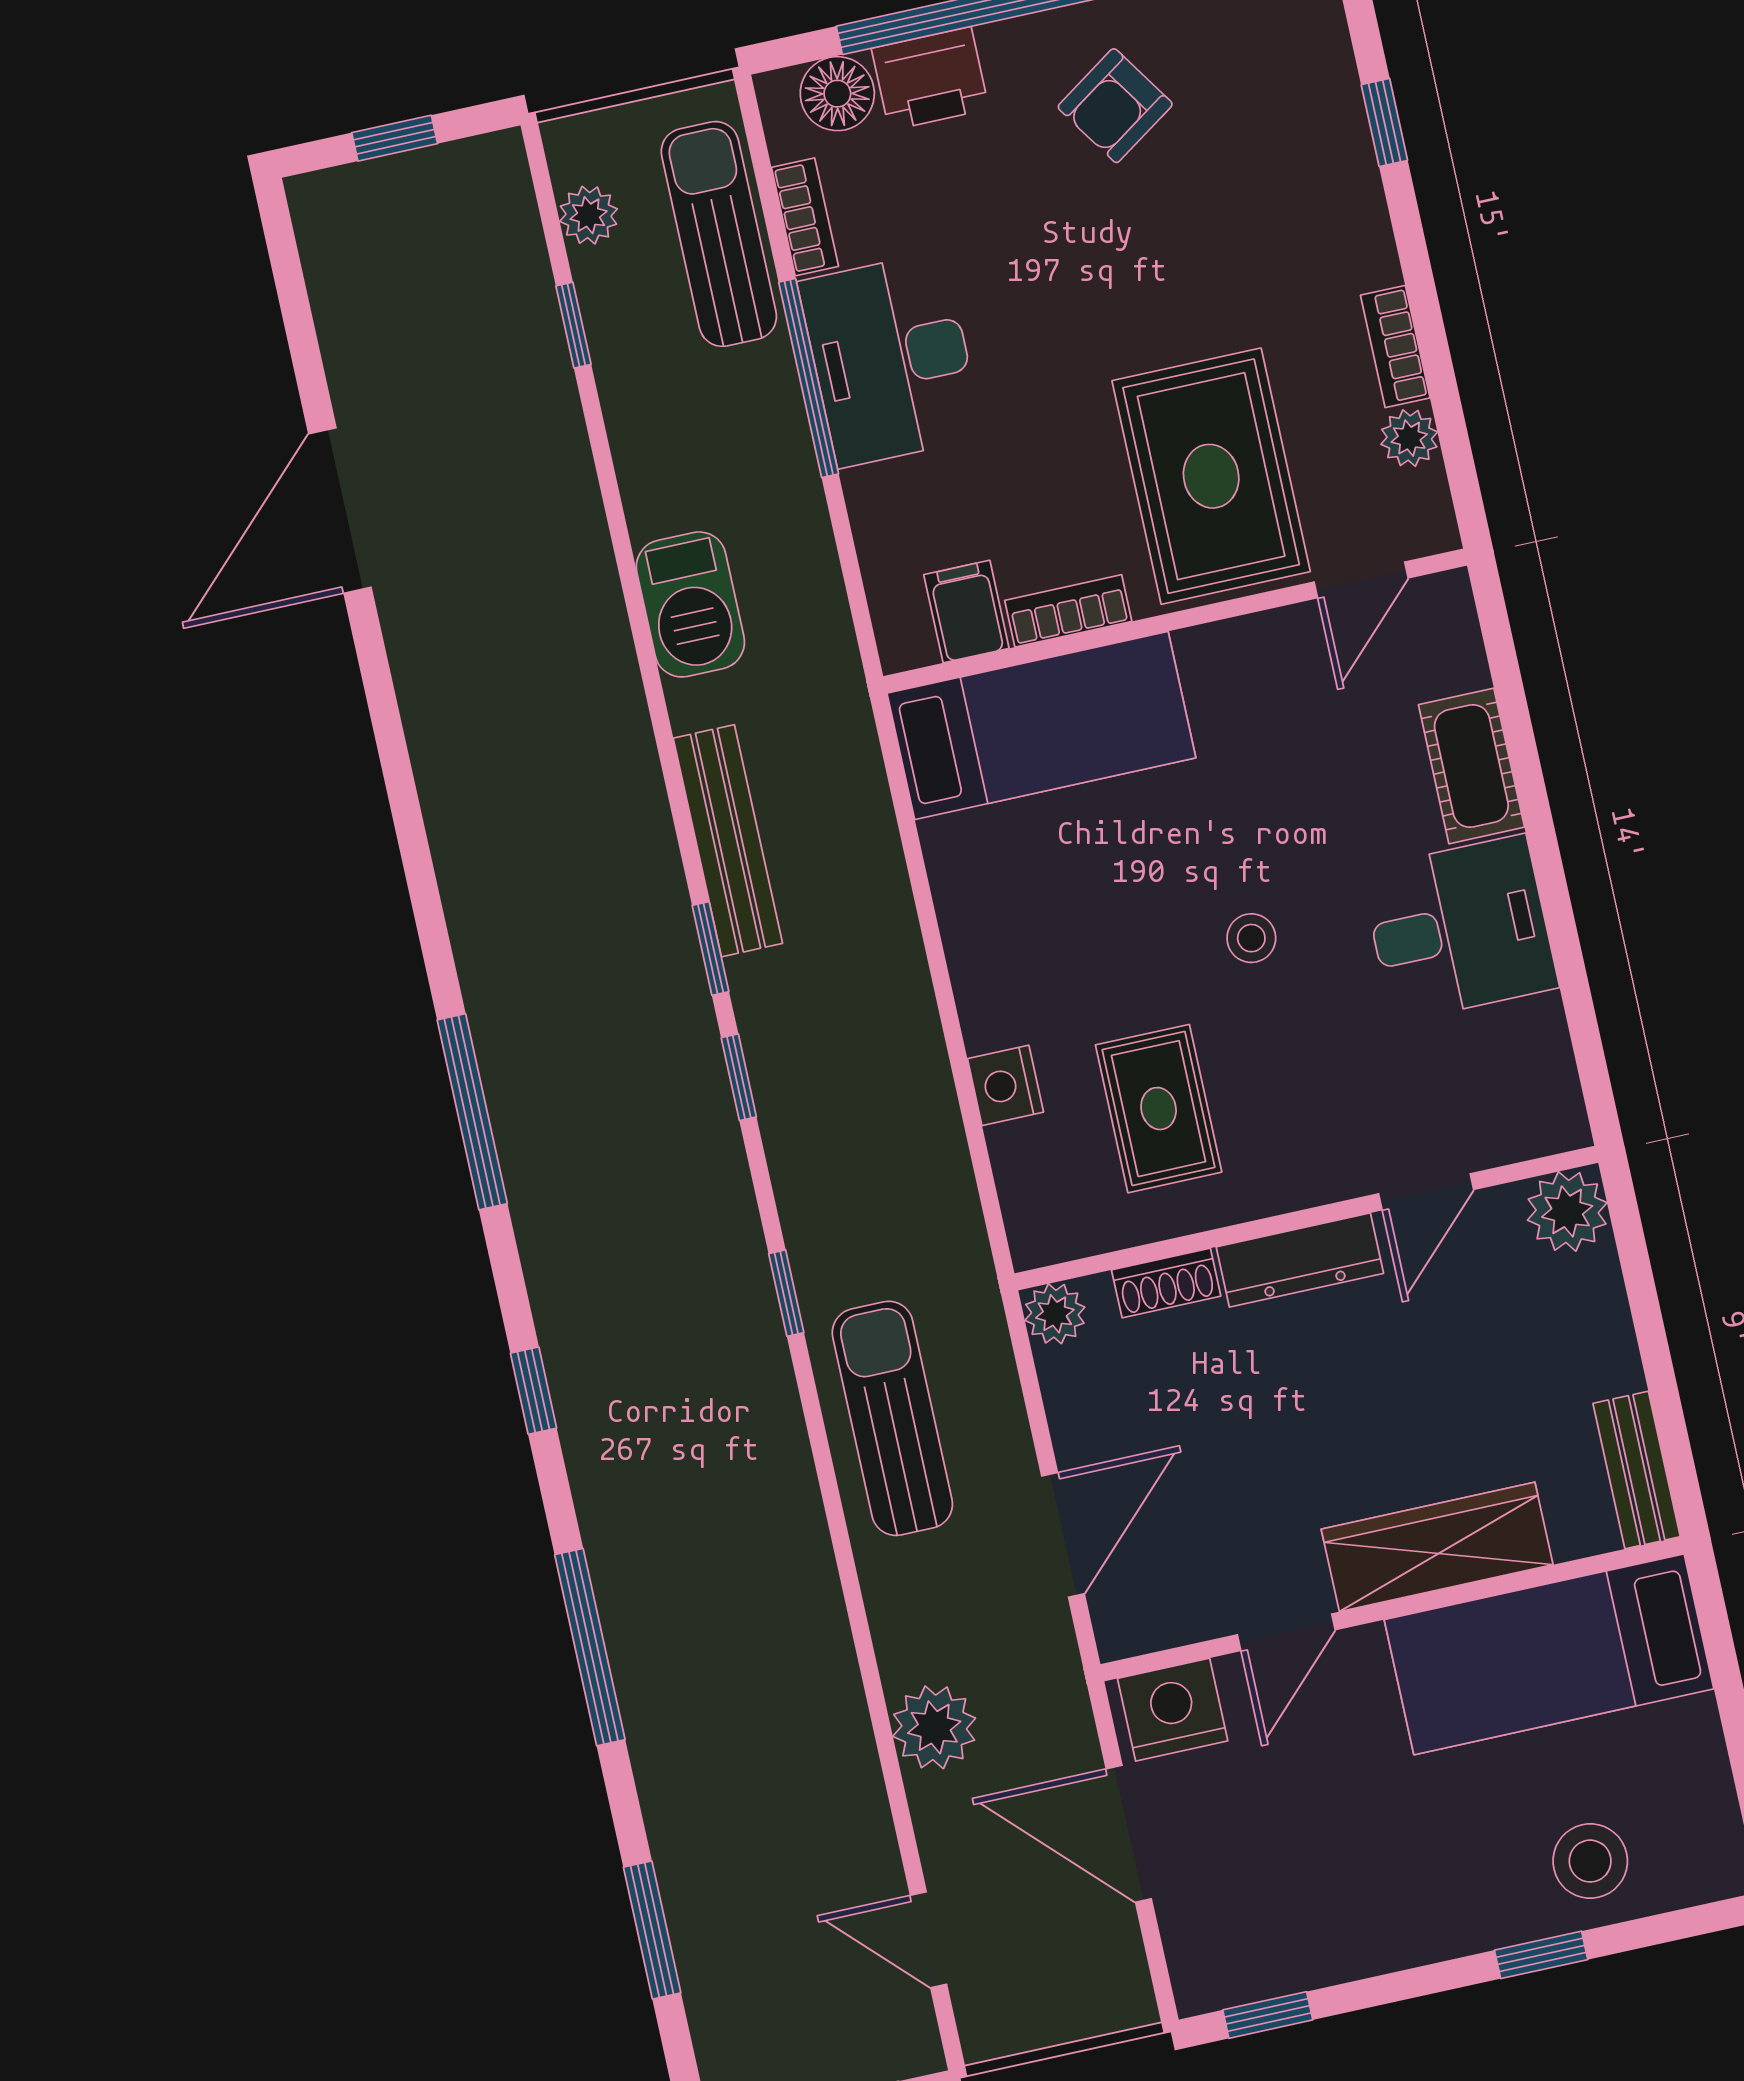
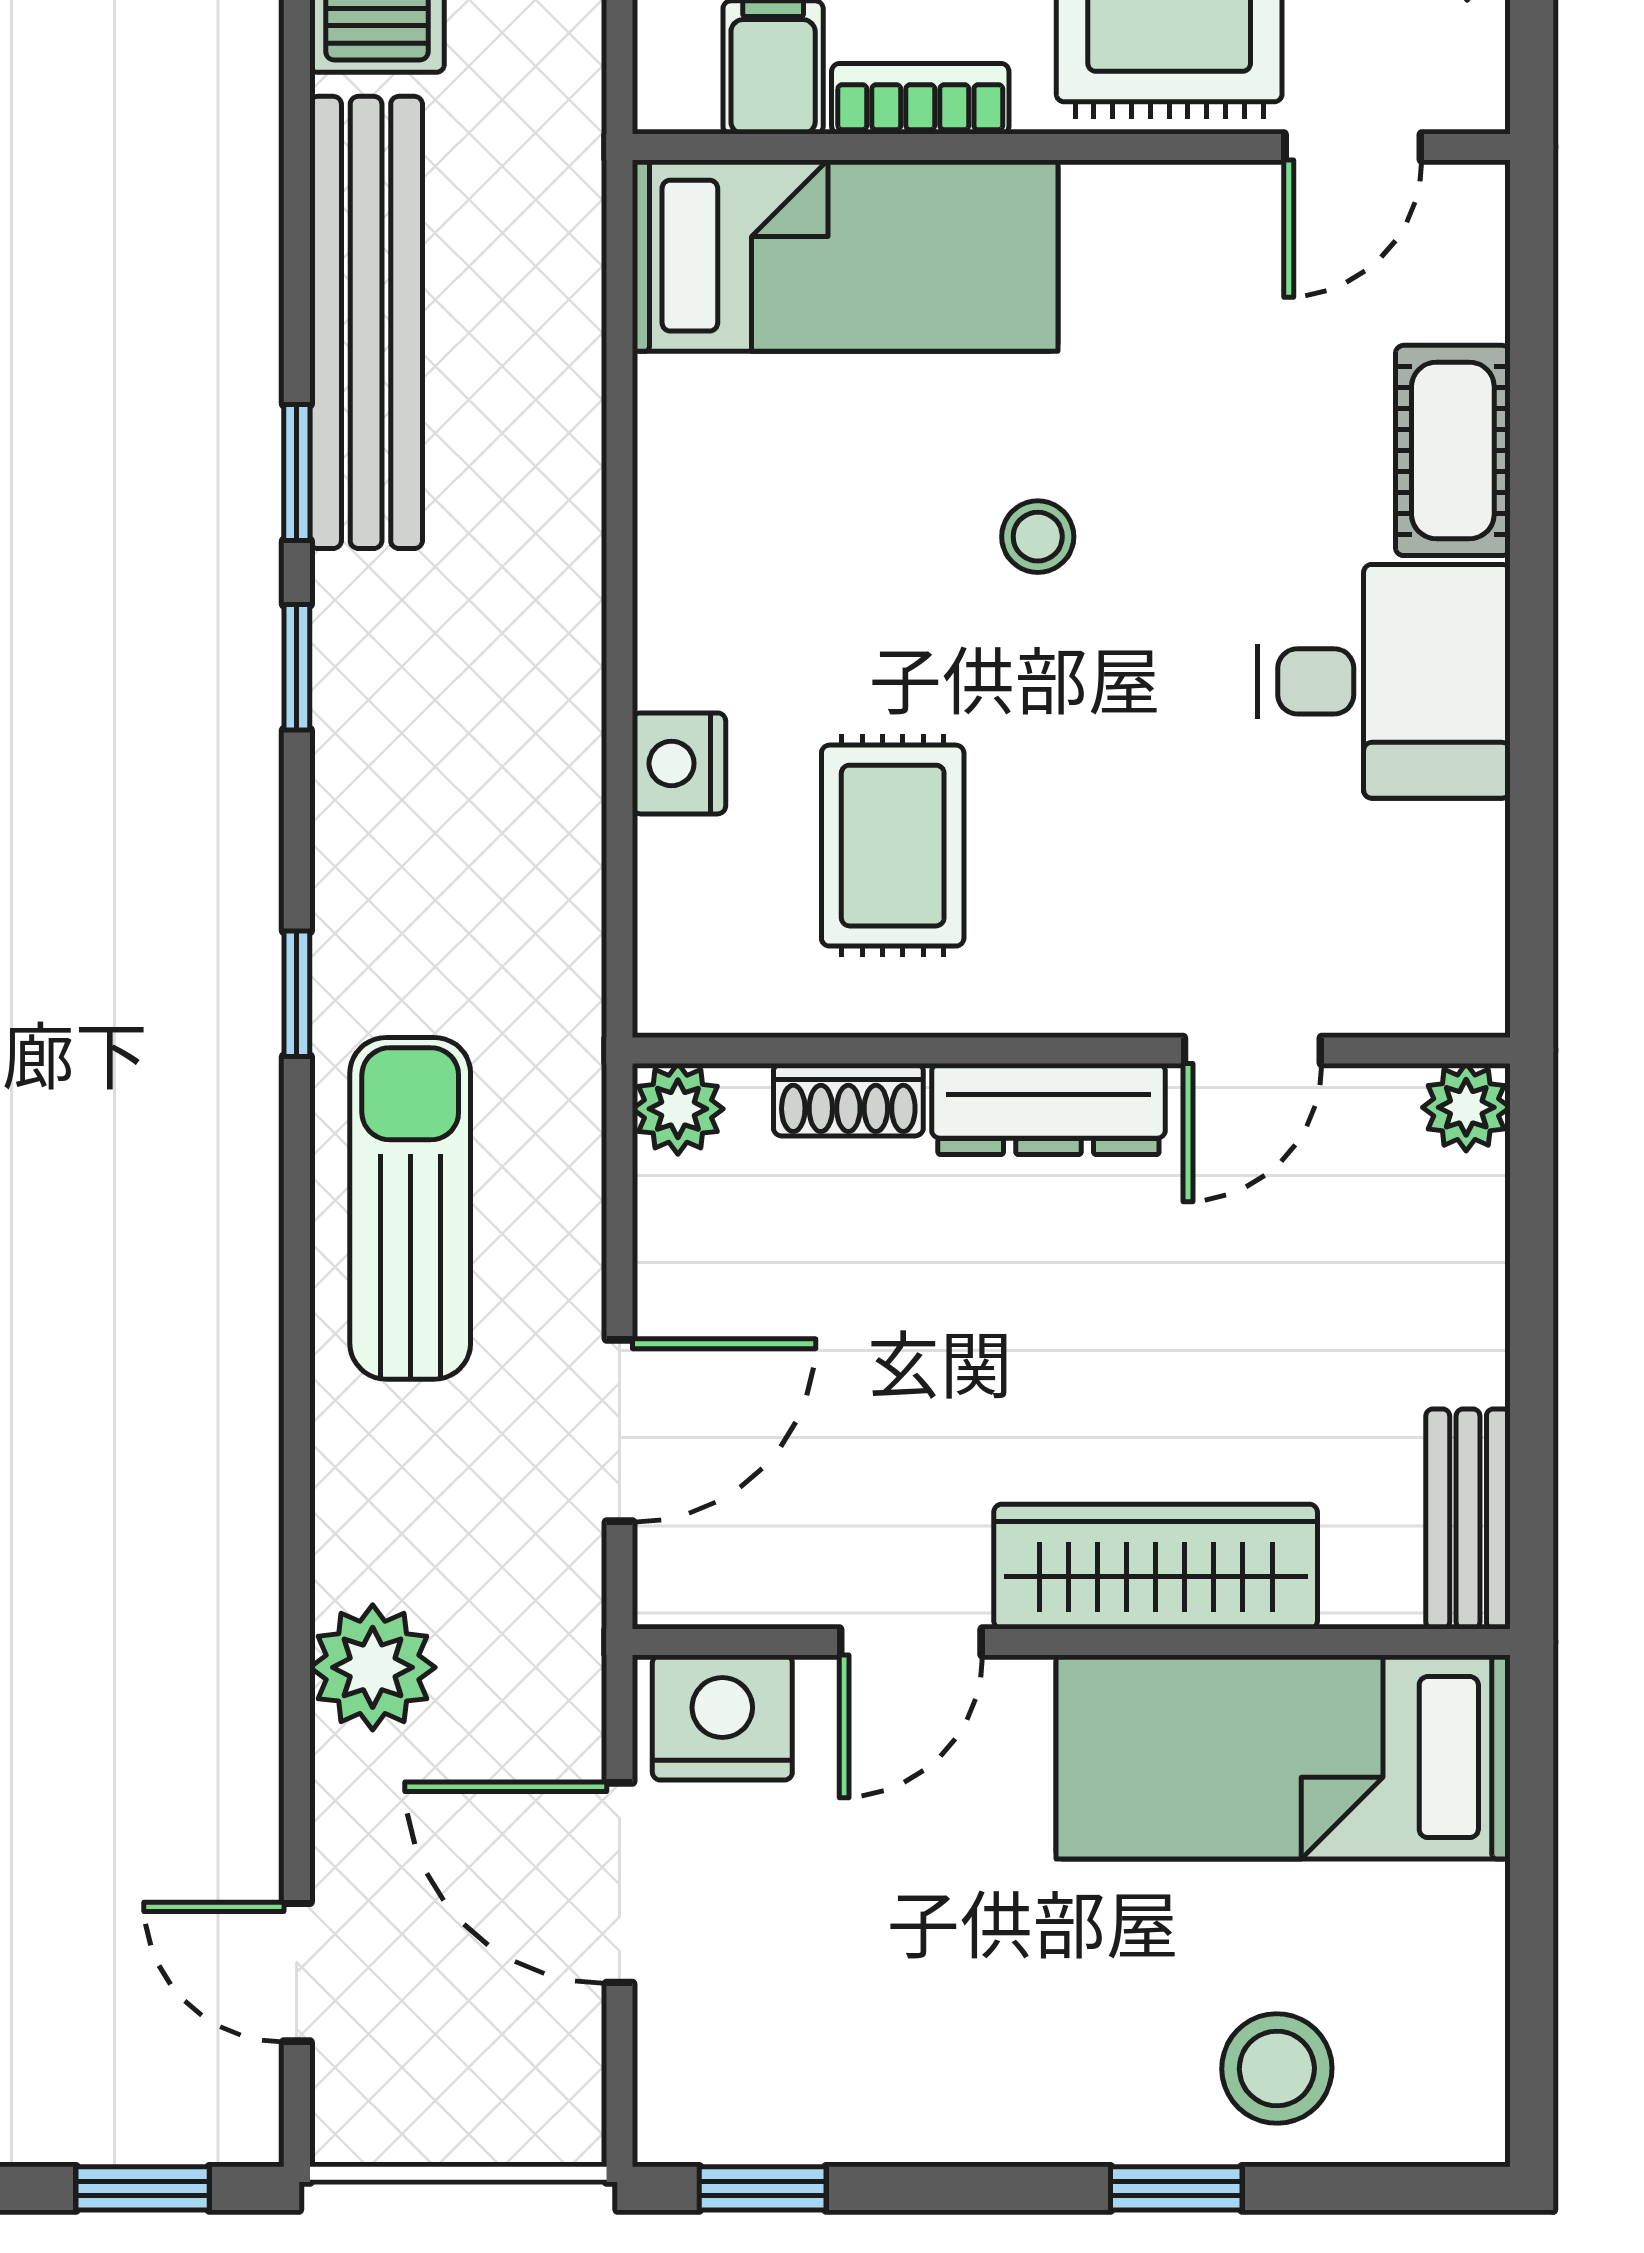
bench: (728, 841) -> (366, 322), width x1.37, depth x1.21
stool: (1251, 938) -> (1038, 537), moved
plant: (1567, 1211) -> (1466, 1107), width x0.73, depth x0.73

